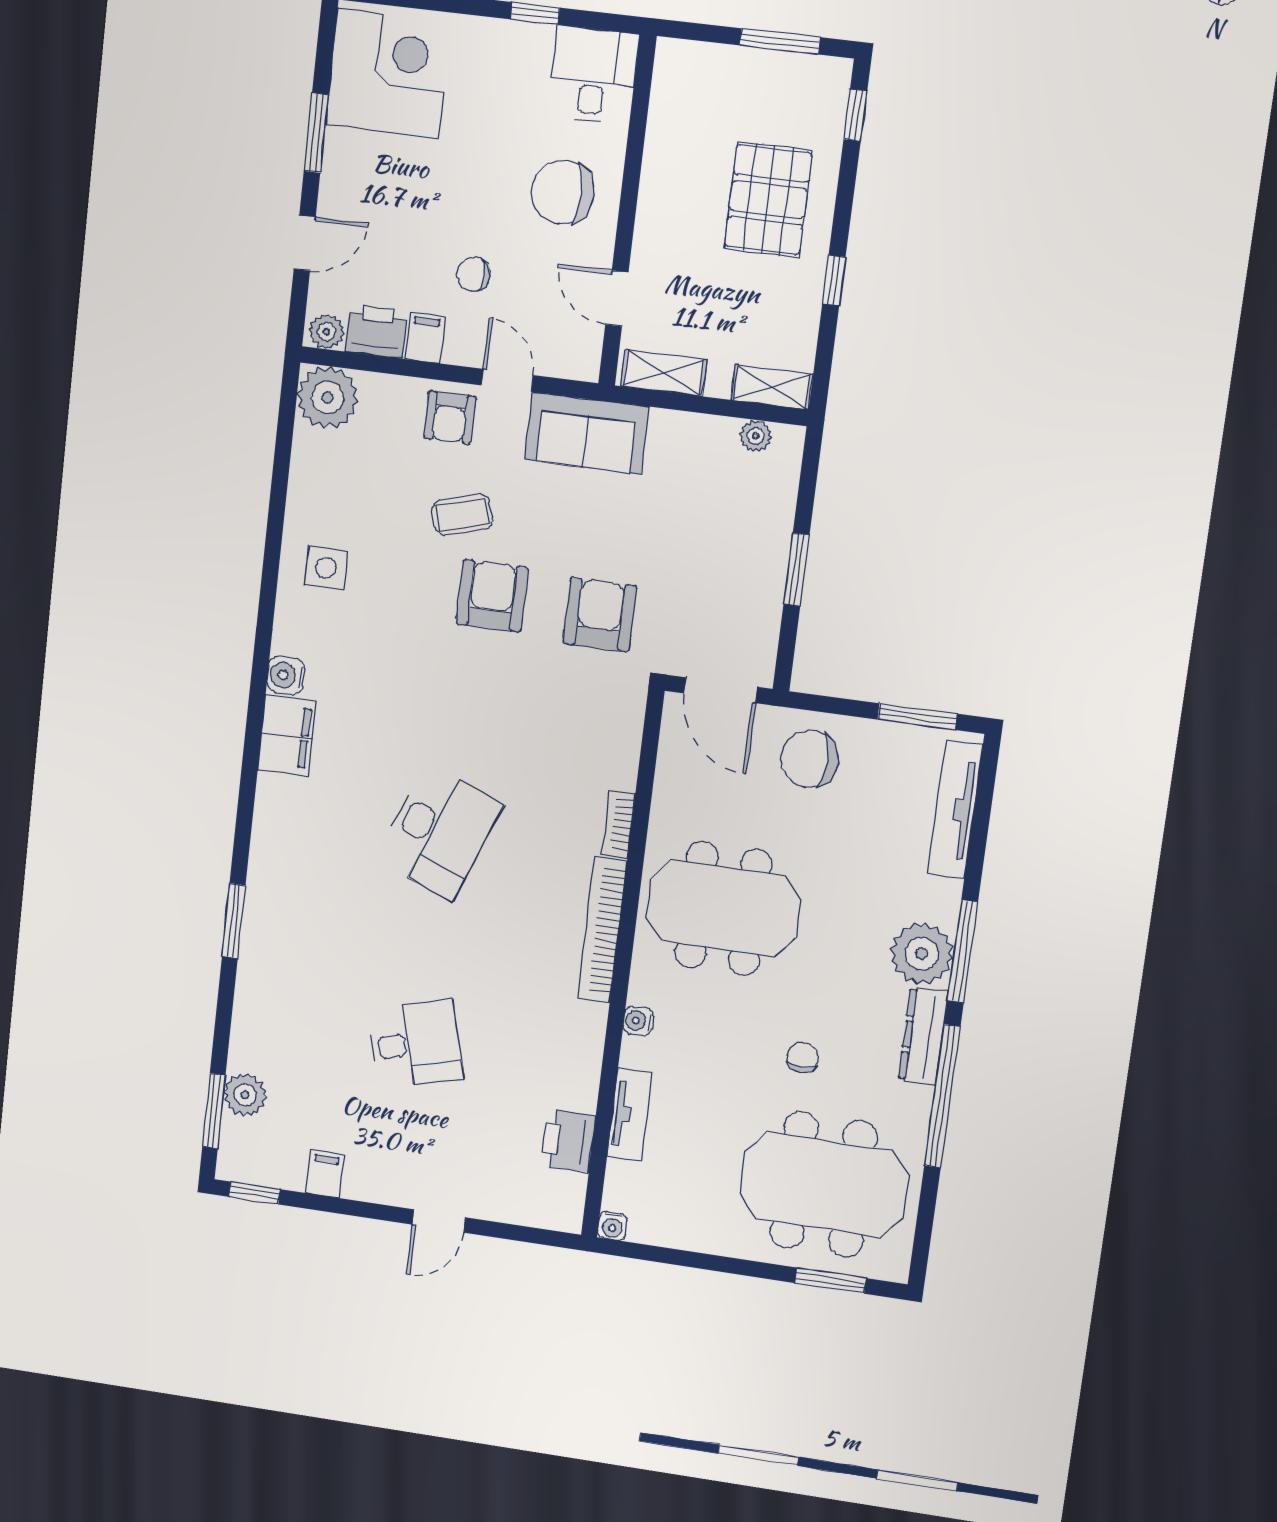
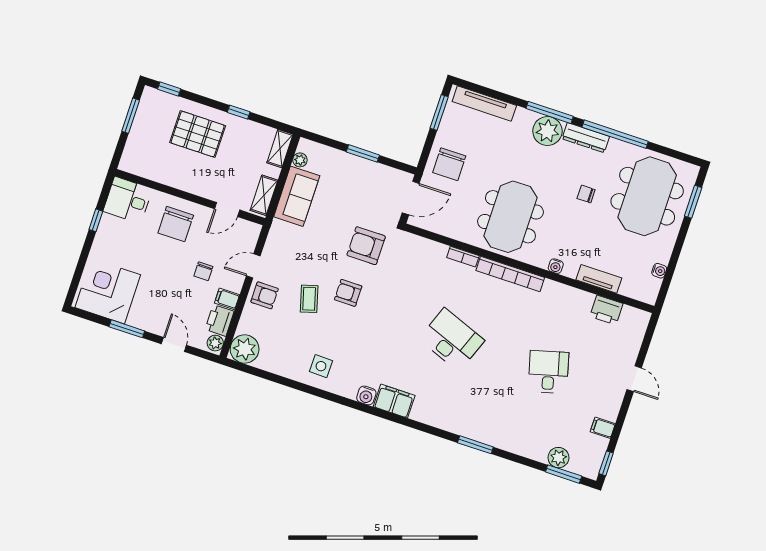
sofa: (586, 433) -> (297, 196), moved
armchair: (492, 596) -> (348, 293), width x0.72, depth x0.72
water cooler: (612, 1226) -> (659, 271), moved

